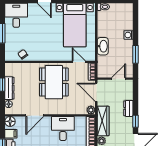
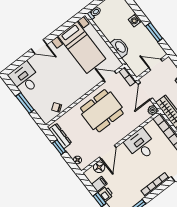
door: (119, 79) -> (156, 65), hinge flipped
dining table: (54, 82) -> (102, 111), turned 90
dresser: (9, 88) -> (60, 136), moved
door: (96, 92) -> (145, 91), hinge flipped
floor lamp: (10, 121) -> (99, 167), moved

